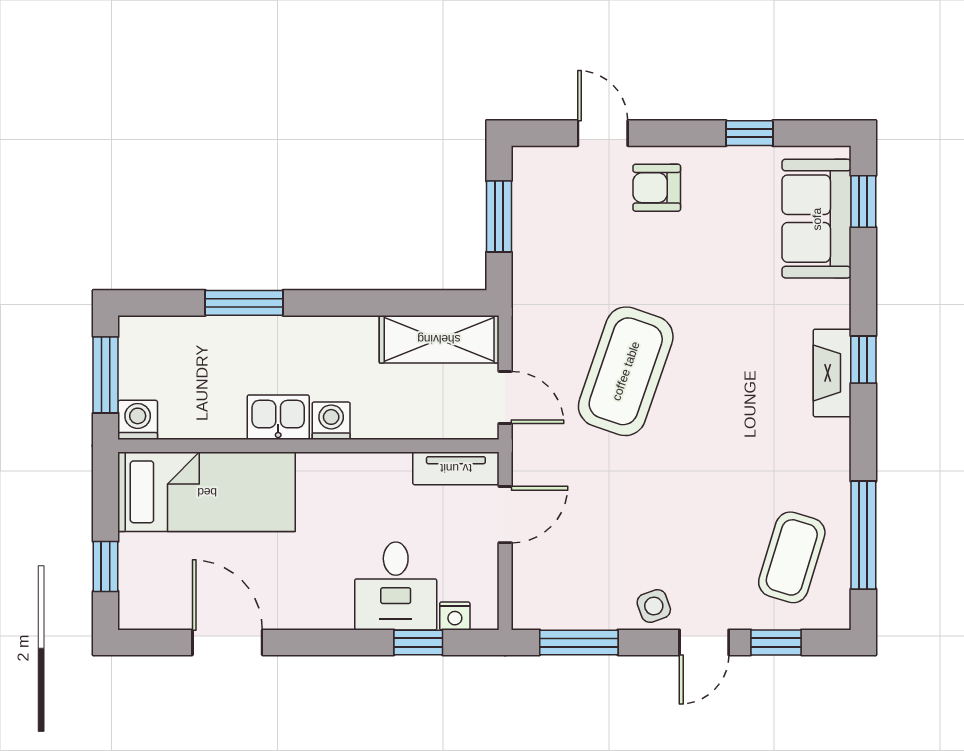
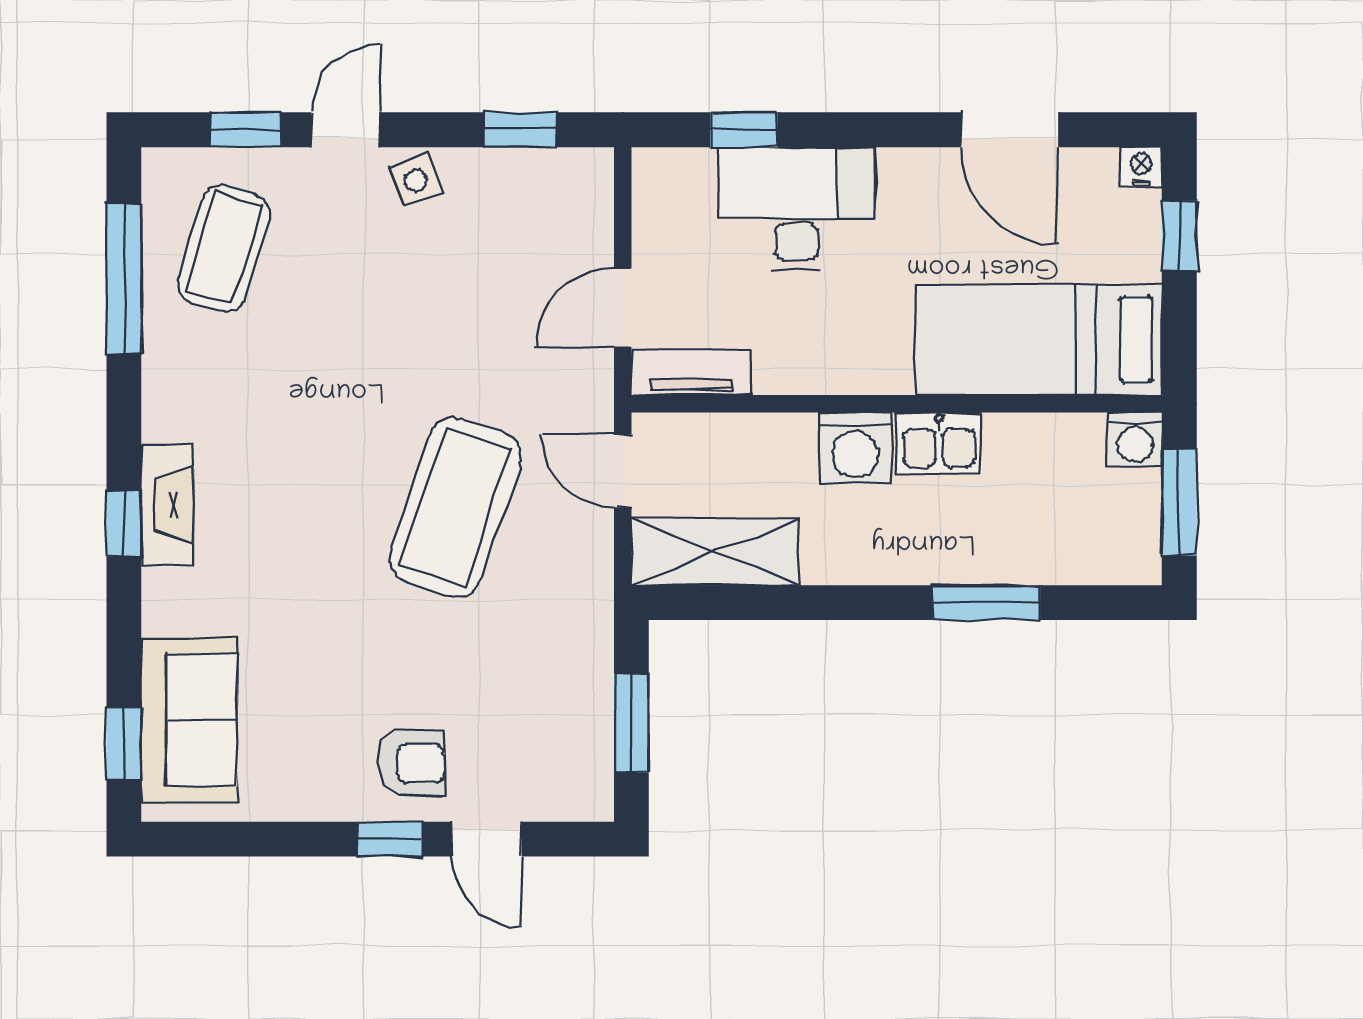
window: (749, 133) -> (390, 839), moved
washing machine: (331, 421) -> (855, 448), width x1.38, depth x1.38
desk: (396, 586) -> (796, 208), width x1.37
nightstand: (455, 616) -> (1141, 167), moved
window: (579, 642) -> (520, 130), width x0.67

